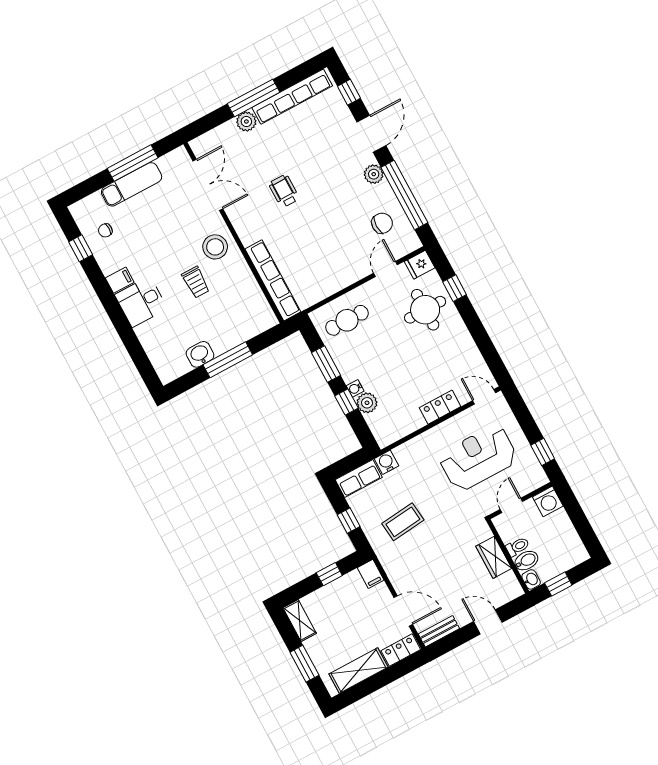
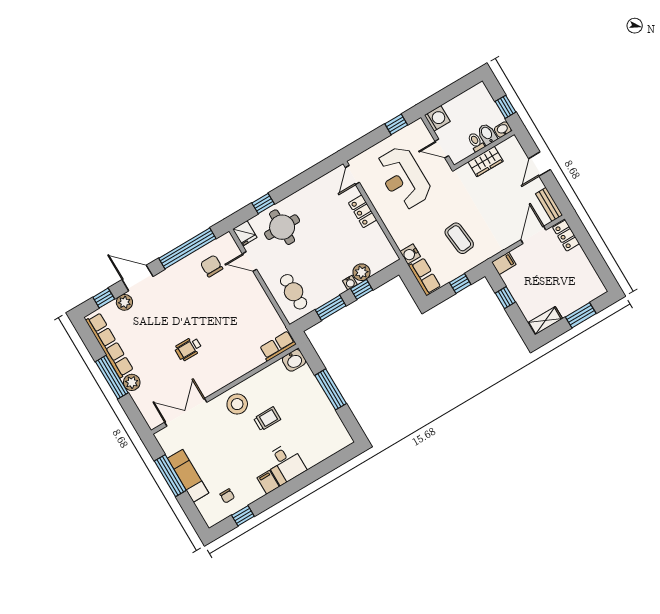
plant: (374, 174) -> (124, 302), moved
row of seats: (273, 280) -> (278, 346), width x0.50
washbasin: (200, 354) -> (294, 360), moved, turned -90
shelving: (358, 671) -> (585, 270), removed

